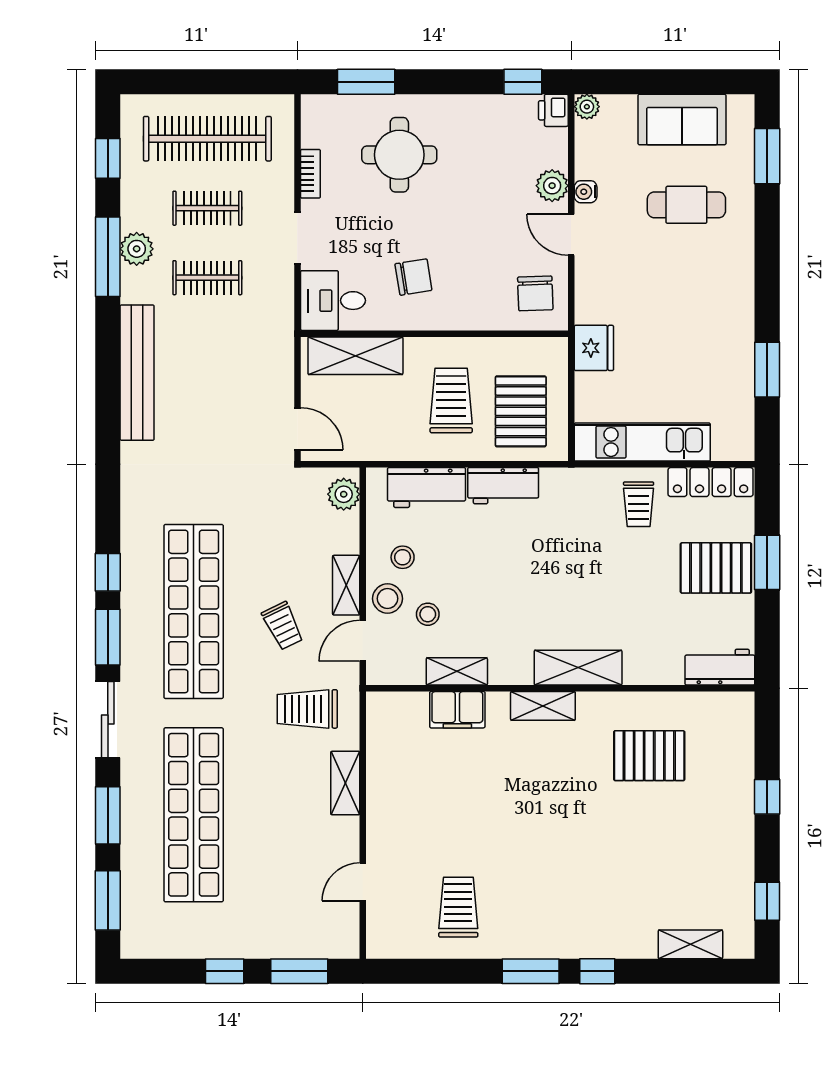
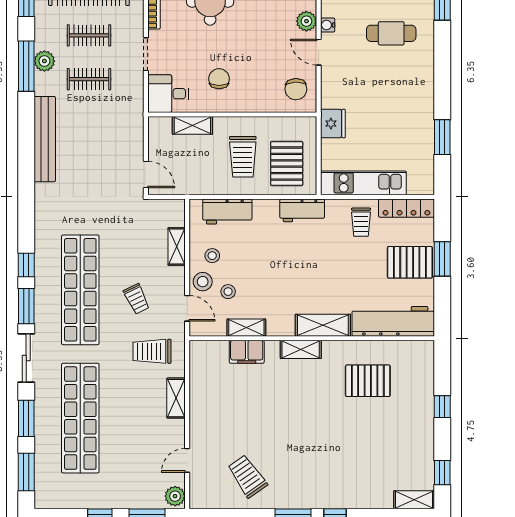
chair: (413, 277) -> (219, 79), turned -81
shelving: (355, 356) -> (192, 125), width x0.67, depth x0.75
trolley: (451, 400) -> (243, 157), turned 180
workbench: (503, 486) -> (302, 210), moved
plant: (344, 494) -> (175, 496), moved
shelving: (346, 585) -> (177, 246), moved
door: (363, 641) -> (187, 308), swing flipped
workbench: (720, 667) -> (393, 321), width x1.88, depth x1.32
trolley: (458, 907) -> (247, 476), turned -35
shelving: (690, 944) -> (414, 500), moved

